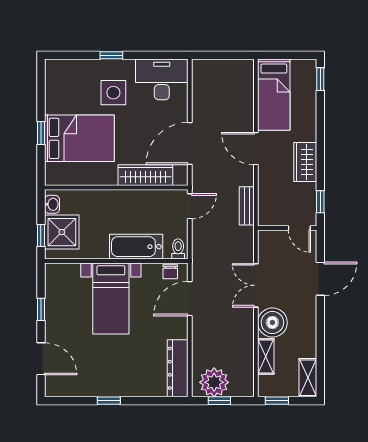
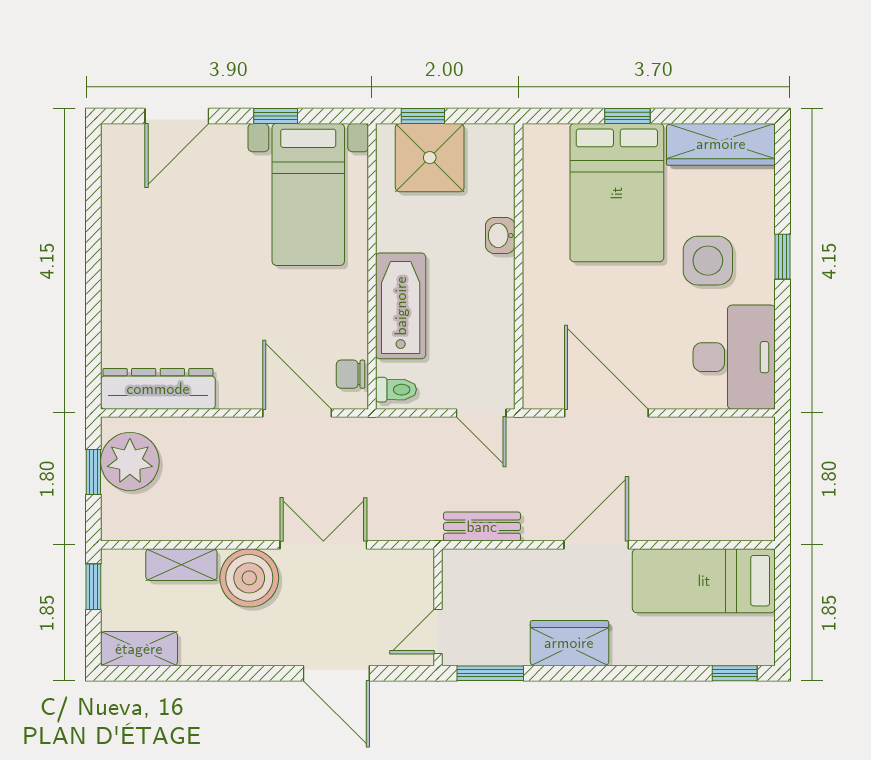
wardrobe: (145, 175) -> (721, 144), moved, turned 90
window: (320, 202) -> (490, 673), width x1.50
washbasin: (52, 204) -> (500, 235), moved, turned 90
bed with nightstands: (111, 298) -> (308, 194), moved, turned -90
window: (109, 401) -> (93, 251), removed

